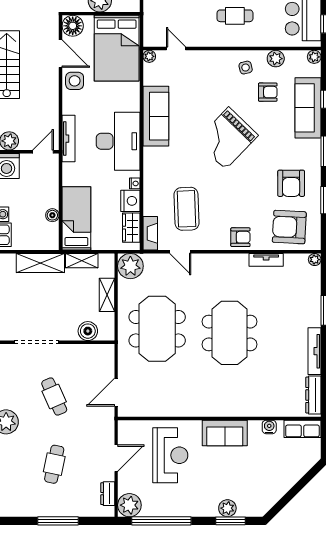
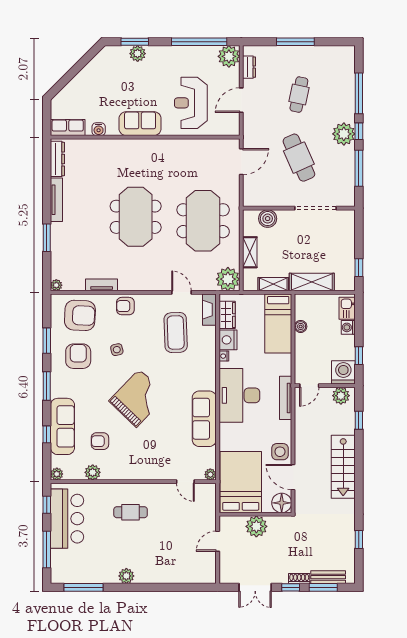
side table: (246, 68) -> (117, 350), moved
cafe table: (54, 396) -> (299, 158), width x1.37, depth x1.35

